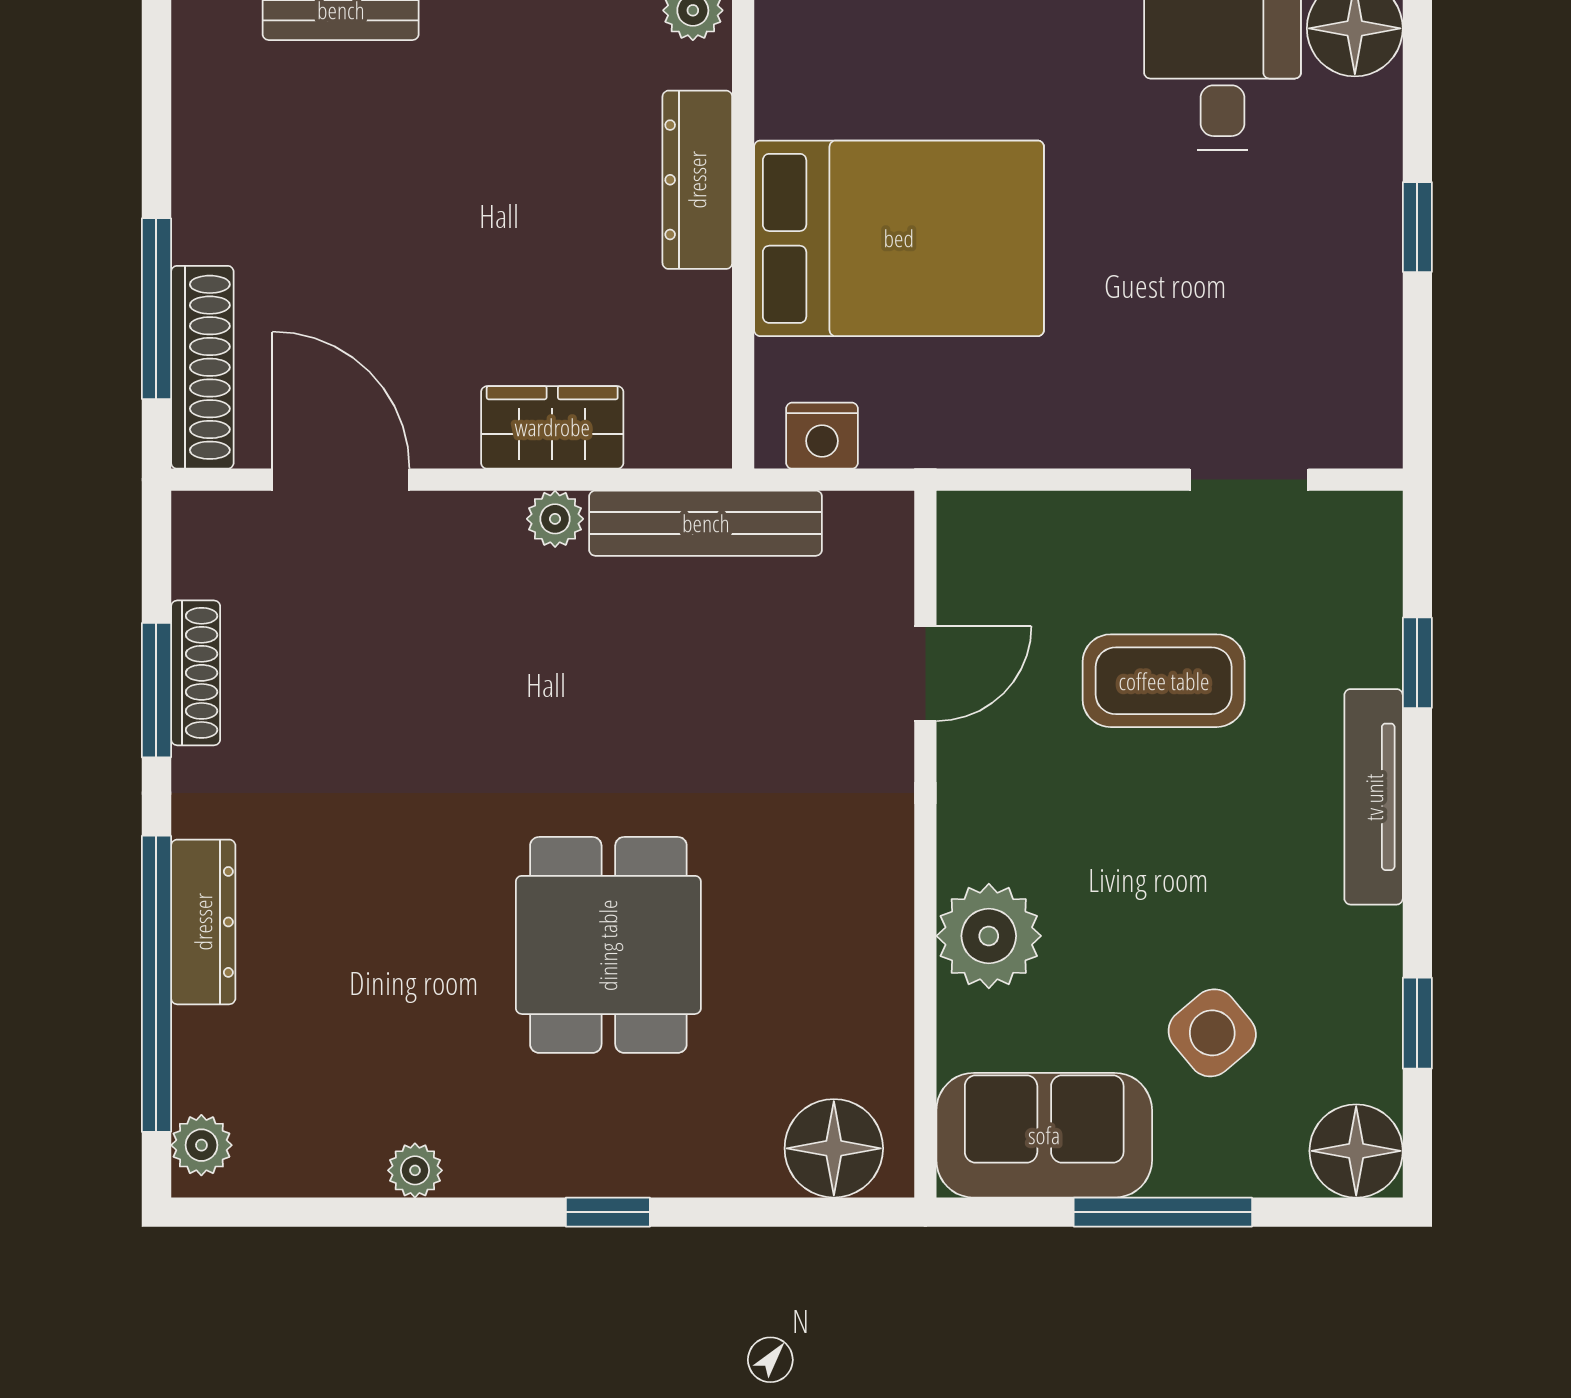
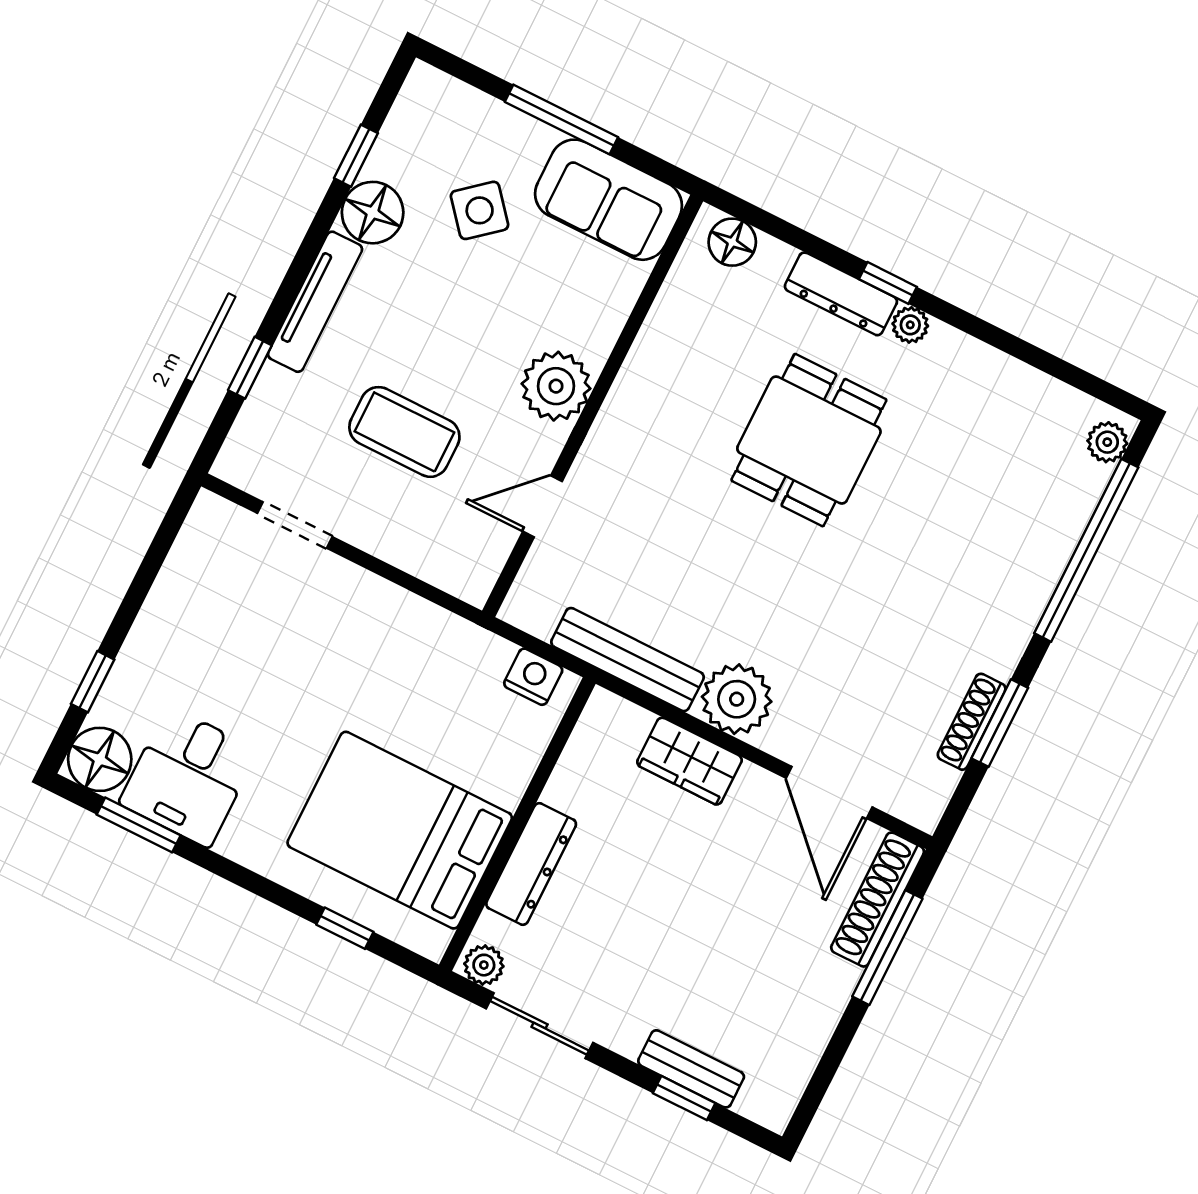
window: (1417, 227) -> (93, 682), moved
bed: (899, 238) -> (400, 830), moved
plant: (555, 519) -> (737, 699), width x1.88, depth x1.88
dresser: (203, 922) -> (841, 294), moved, turned -90
plant: (989, 936) -> (556, 386), moved
floor lamp: (834, 1148) -> (732, 242), width x0.73, depth x0.73
floor lamp: (1356, 1151) -> (373, 213), moved
plant: (415, 1170) -> (910, 325), moved

